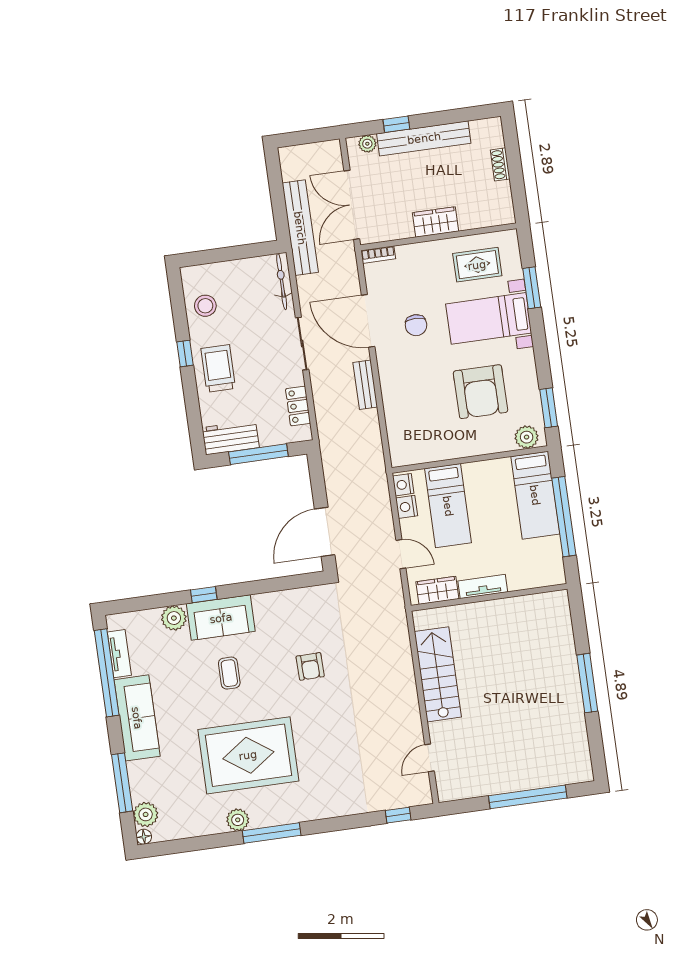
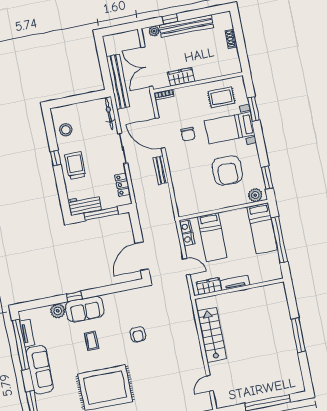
wardrobe: (436, 222) -> (181, 77), moved

